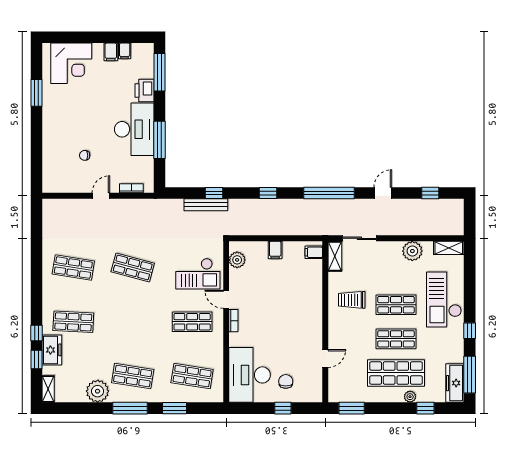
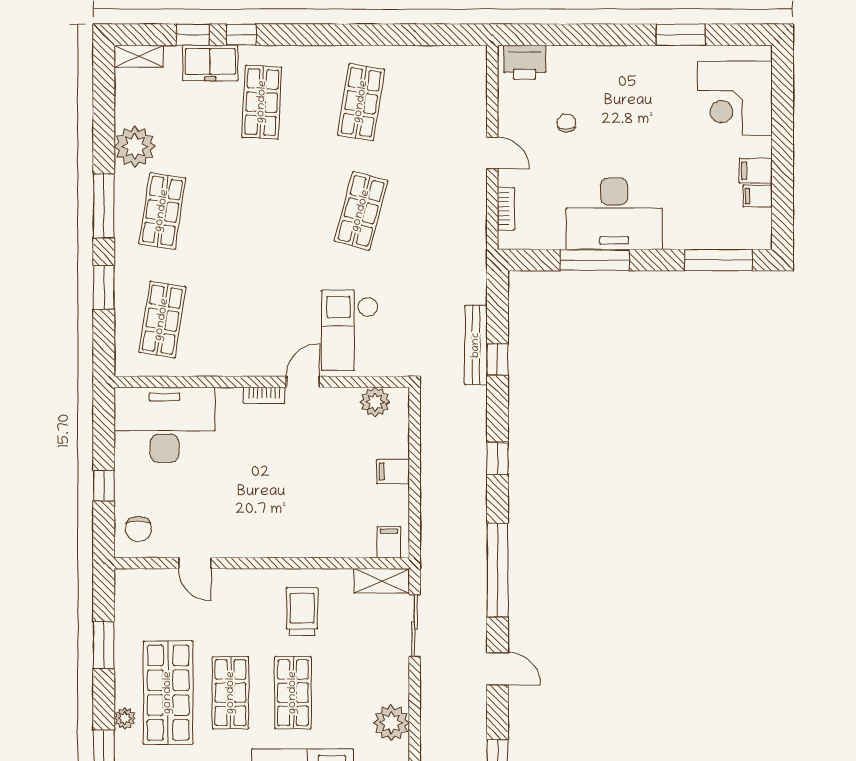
printer: (145, 91) -> (525, 62), moved, turned 180
shop shelf: (192, 322) -> (262, 320), removed
chair: (286, 381) -> (139, 529), moved, turned 90
window: (352, 408) -> (104, 645), moved

